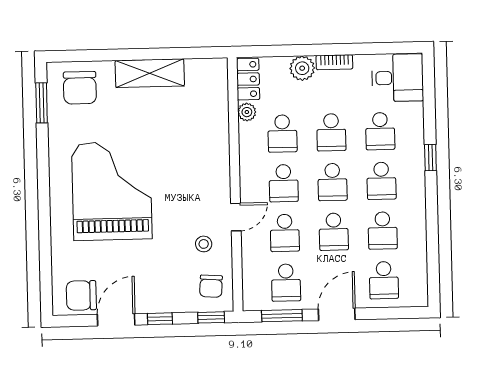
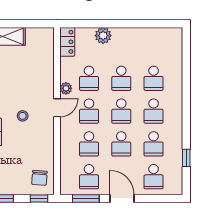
bookcase: (334, 62) -> (124, 32), removed
desk: (398, 78) -> (166, 43), removed
plant: (247, 112) -> (66, 88), moved
window: (430, 158) -> (186, 158), moved
door: (236, 217) -> (57, 108), moved
stool: (204, 244) -> (23, 116), moved
door: (337, 314) -> (122, 198), hinge flipped

